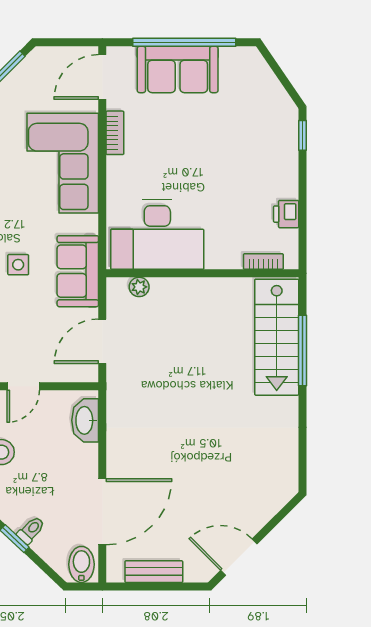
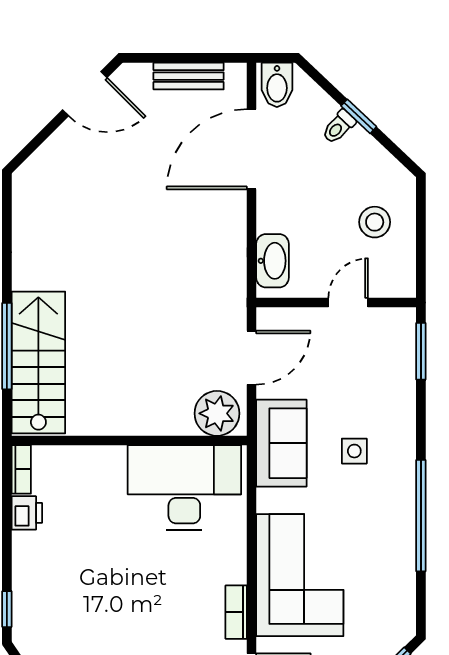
bookcase: (263, 262) -> (21, 469), moved, turned -90
plant: (139, 287) -> (217, 413), width x1.88, depth x1.88

